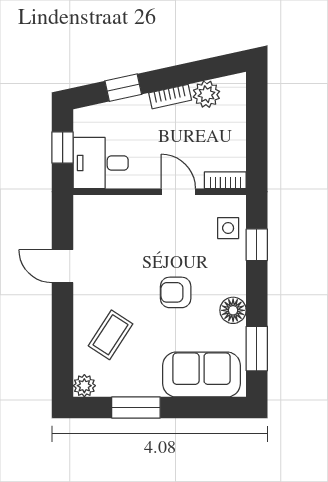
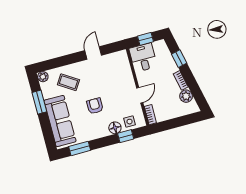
floor lamp: (233, 310) -> (115, 128), moved
sofa: (202, 375) -> (60, 121), width x1.36

